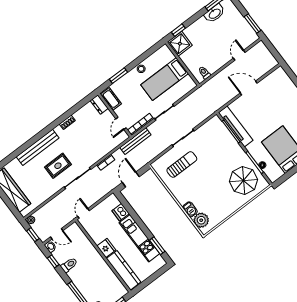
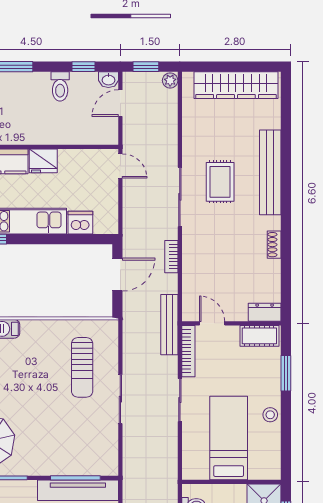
door: (131, 180) -> (117, 275), hinge flipped

